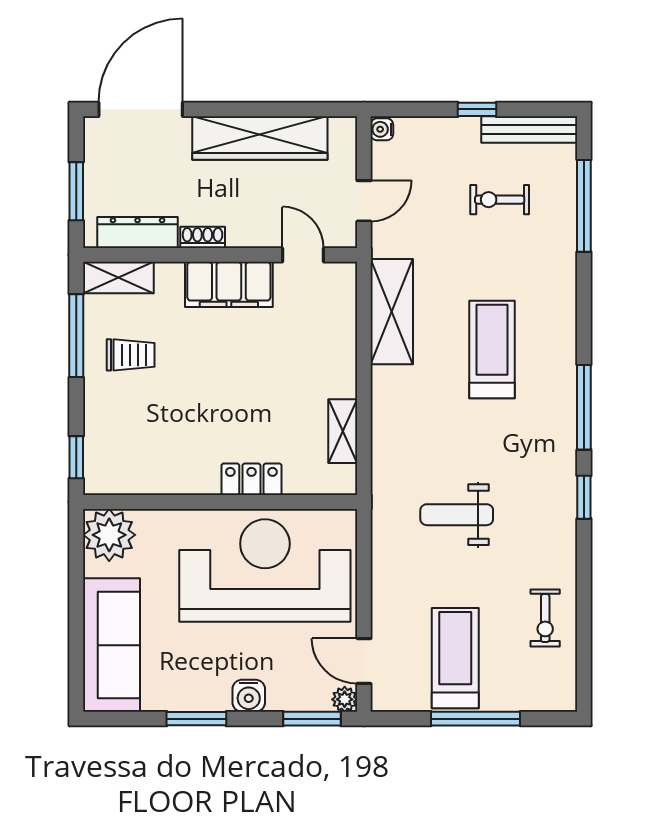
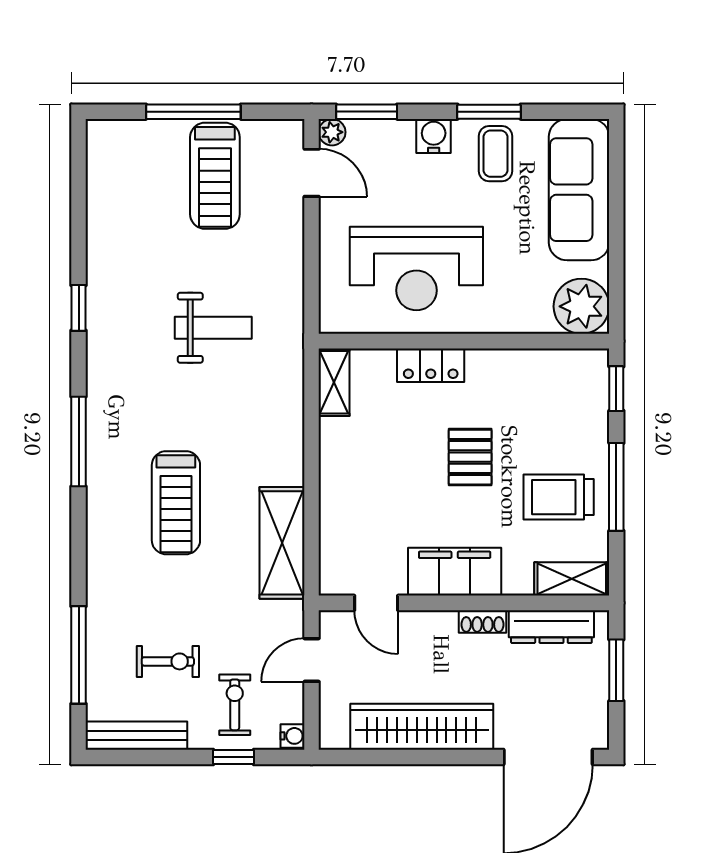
window: (477, 109) -> (234, 757), moved
window: (76, 336) -> (616, 487), moved
trolley: (131, 355) -> (559, 497), width x1.36, depth x1.39
pallet: (214, 393) -> (470, 457), added
shelving: (343, 431) -> (334, 382), moved
window: (584, 497) -> (79, 308), moved
reception desk: (265, 570) -> (416, 269), width x0.74, depth x0.77
exercise bike: (545, 618) -> (235, 705), moved
coffee table: (190, 679) -> (496, 154), added

